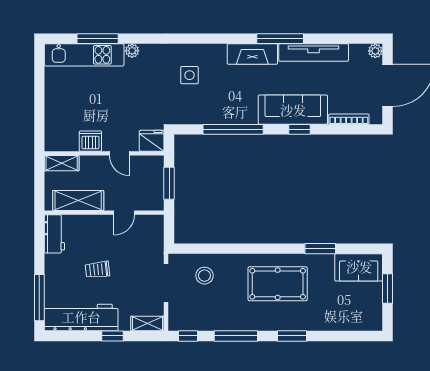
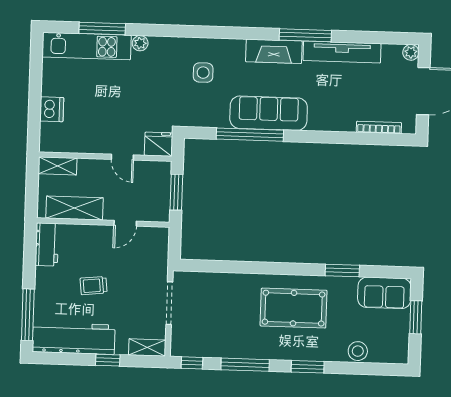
sofa: (293, 110) -> (269, 113), moved
window: (299, 129) -> (324, 137), removed
dishwasher: (90, 141) -> (52, 109), moved, turned 90
stool: (204, 276) -> (358, 351), moved

